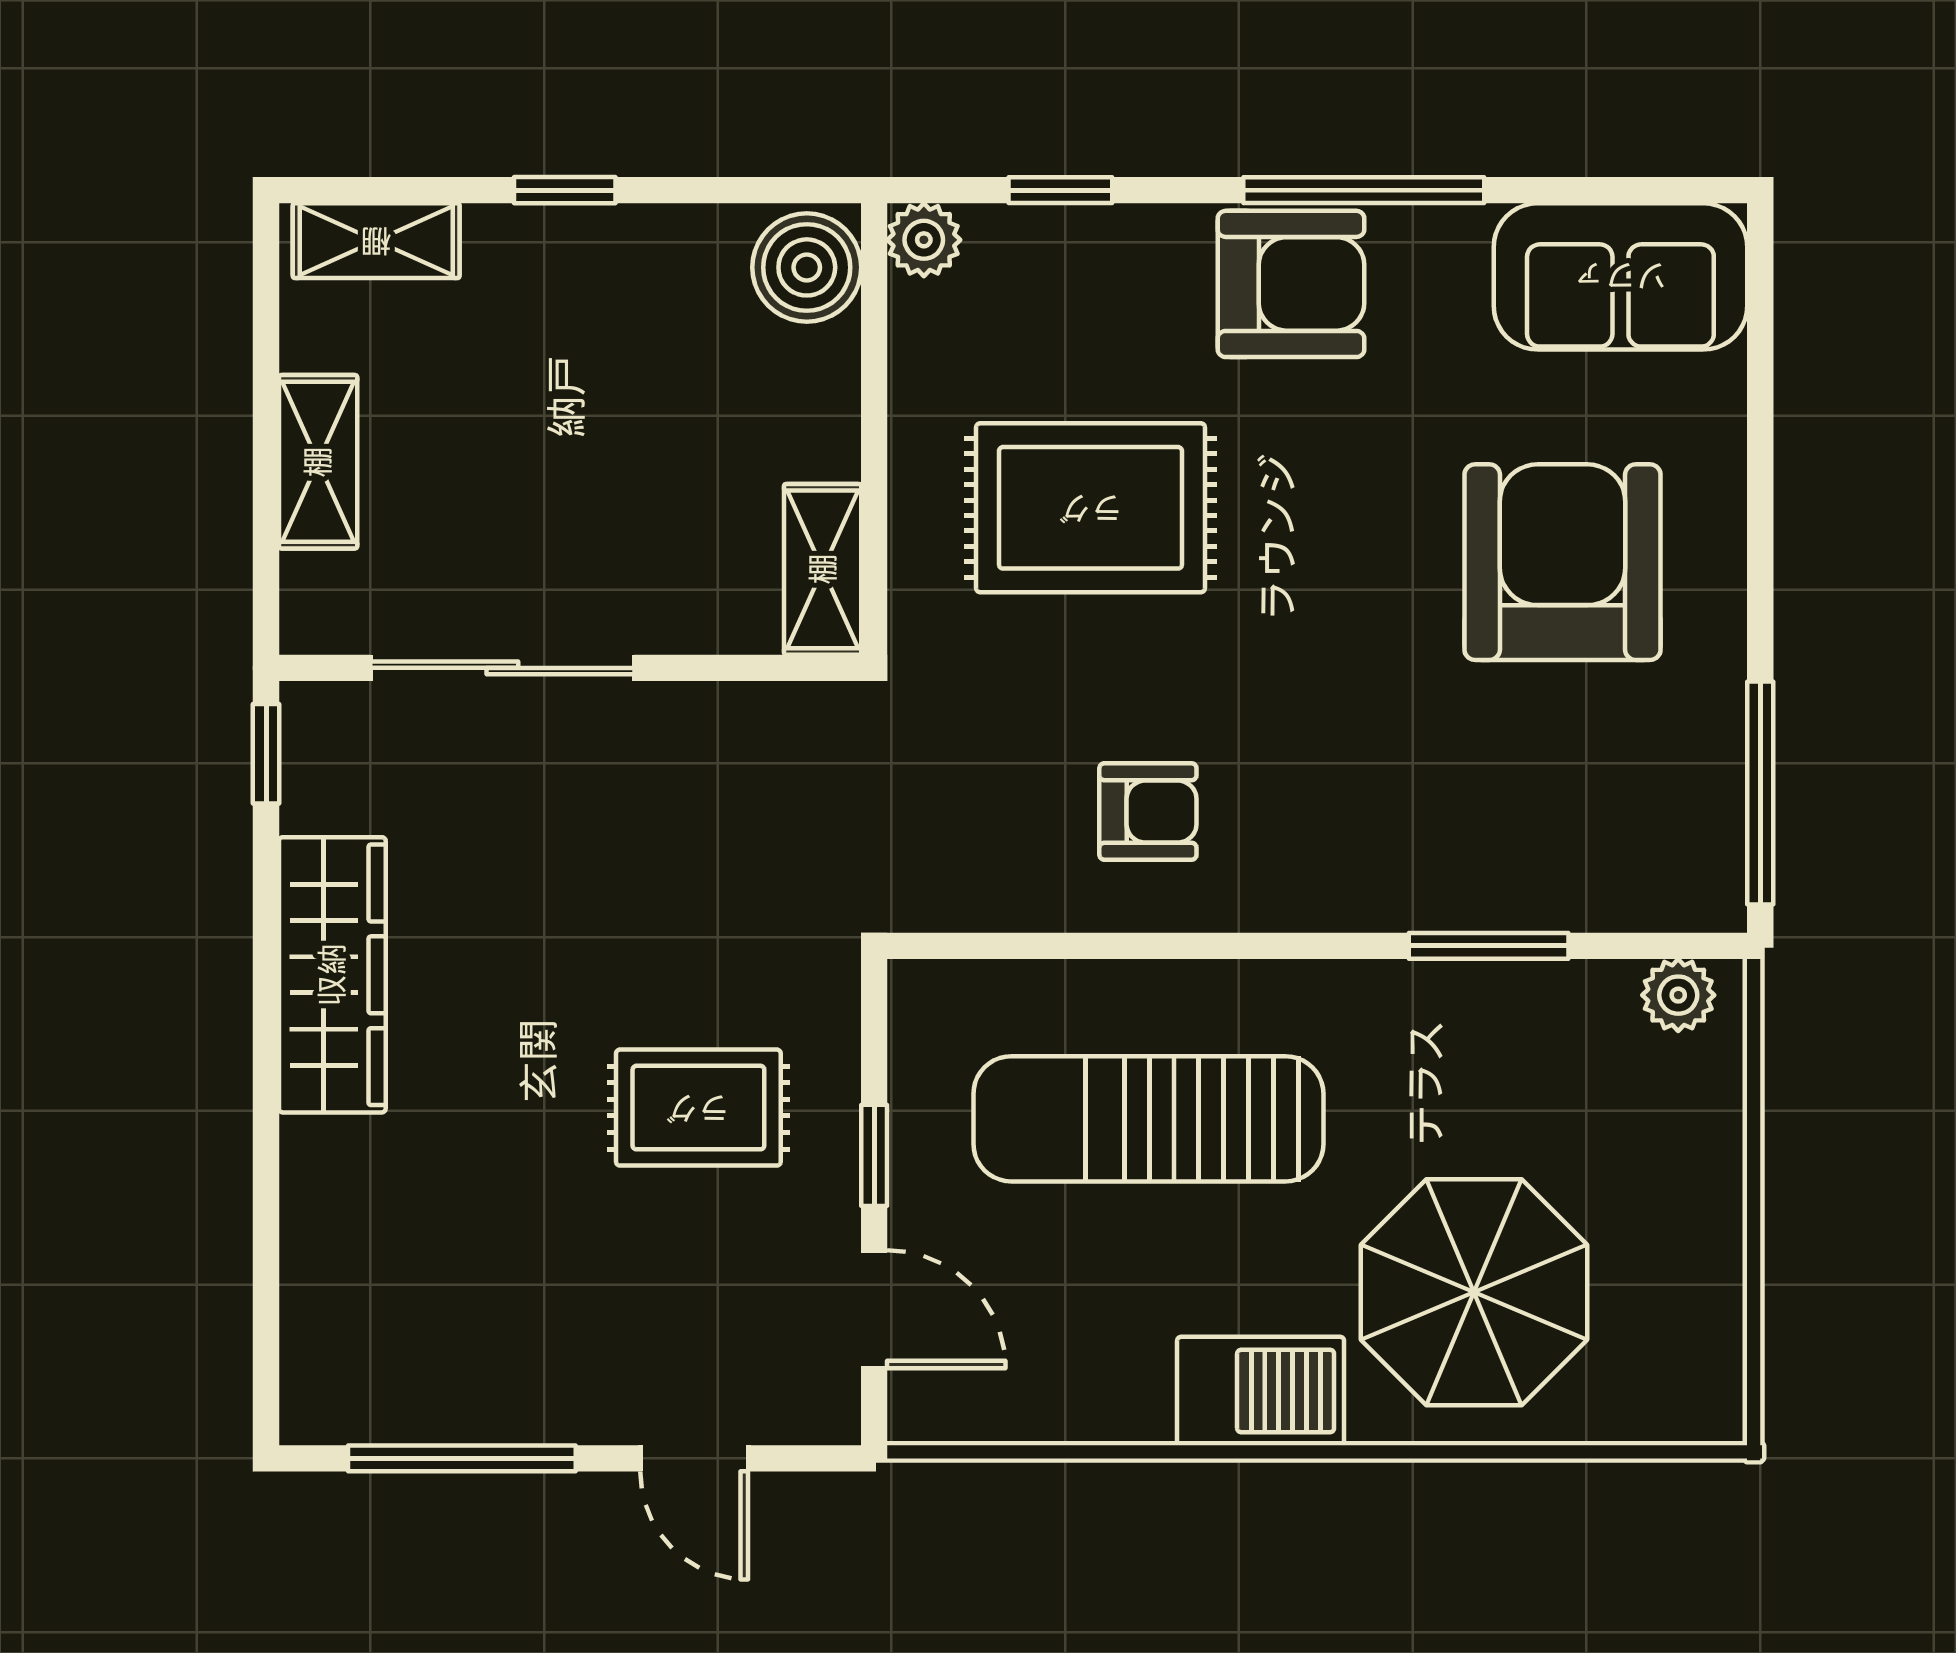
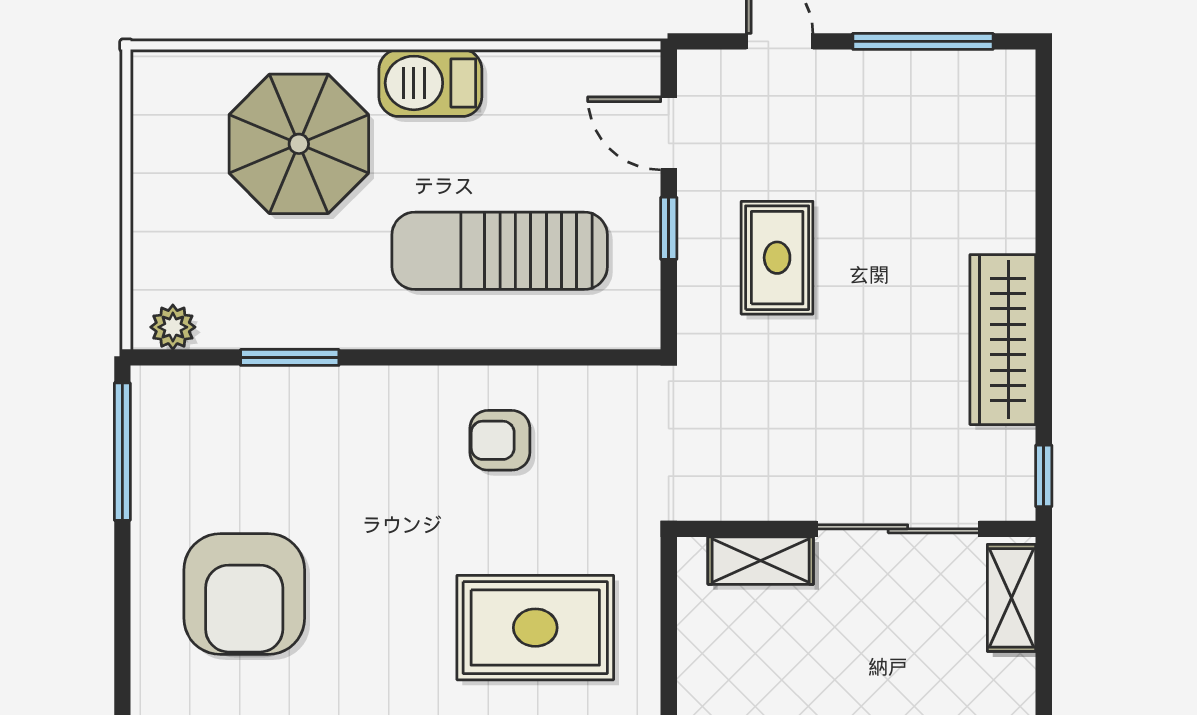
shelving: (318, 462) -> (1012, 598), moved
shelving: (823, 569) -> (761, 561), moved, turned 90
rug: (698, 1108) -> (777, 258), turned 90
sun lounger: (1148, 1119) -> (500, 251), turned 180

